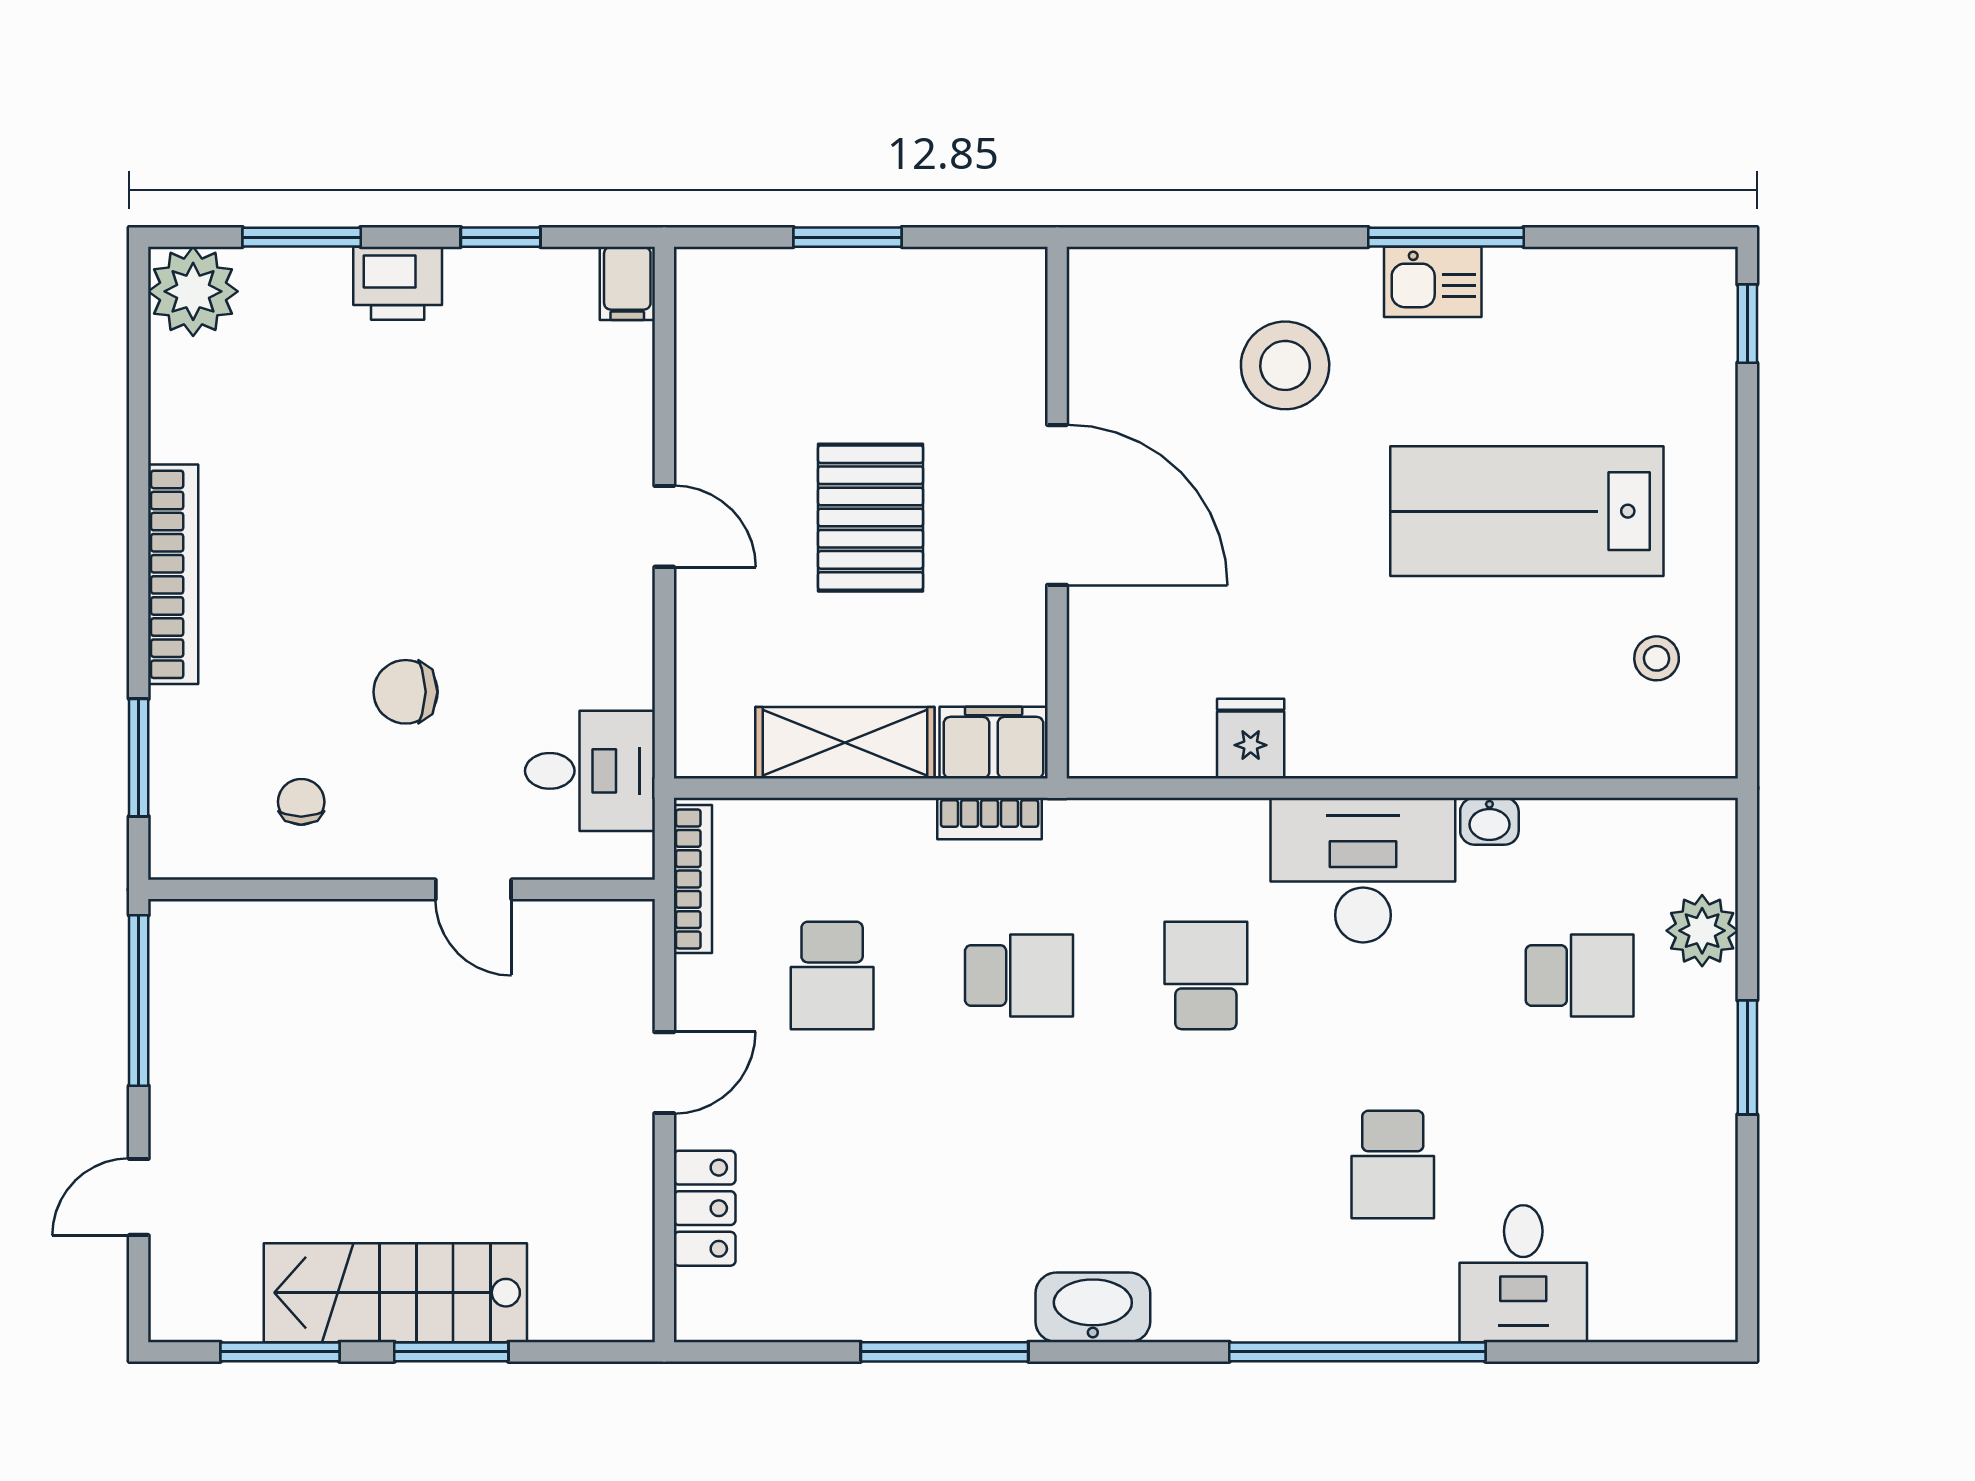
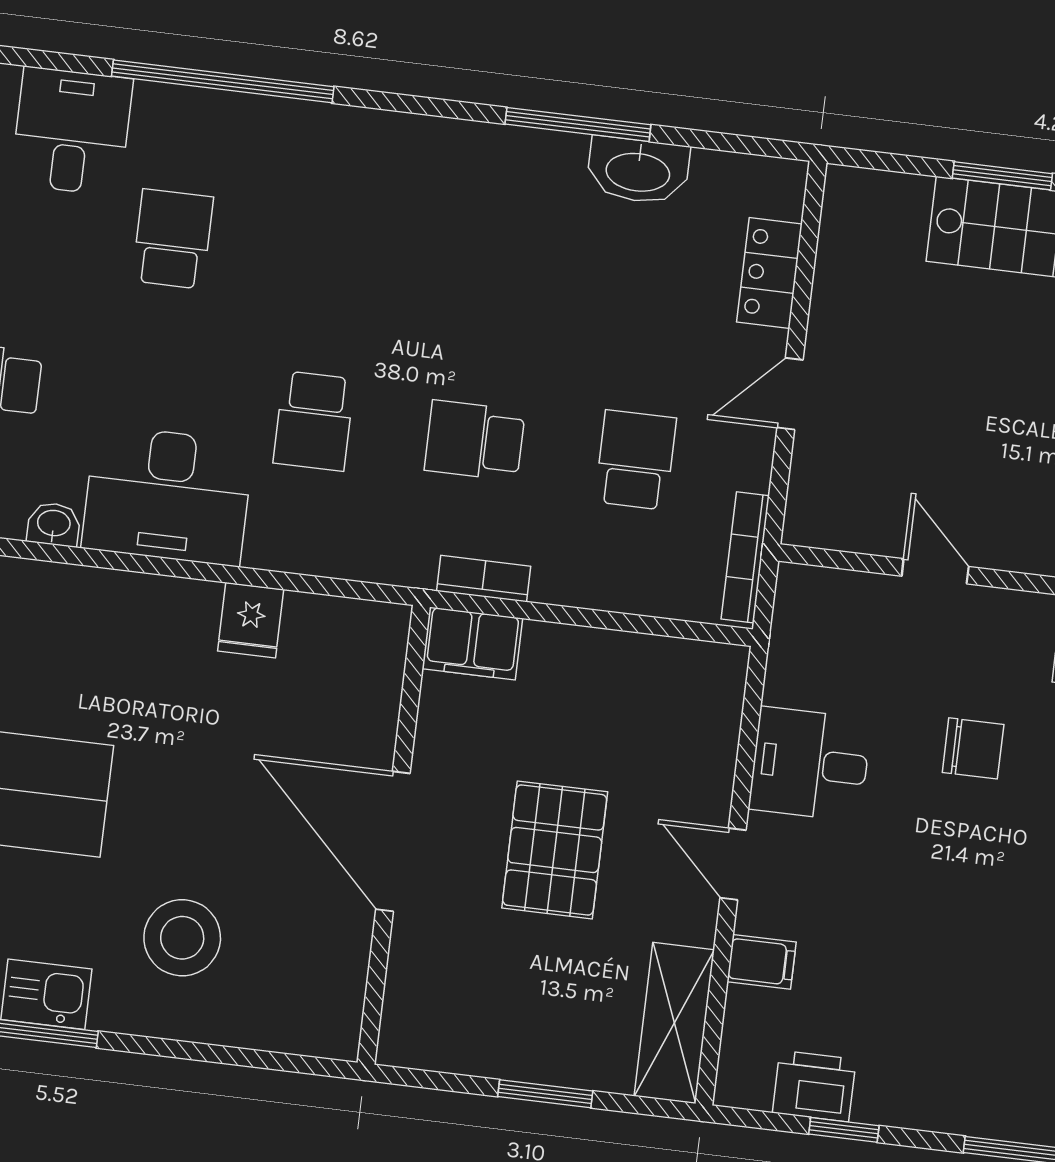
printer: (398, 283) -> (814, 1086), moved
filing cabinet: (627, 283) -> (762, 962), moved, turned 90
shelving: (845, 743) -> (674, 1023), moved, turned 90
desk: (590, 771) -> (810, 764), moved
washbasin: (1093, 1307) -> (638, 170), moved

